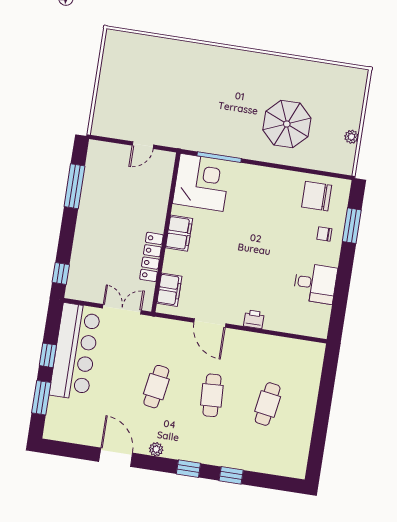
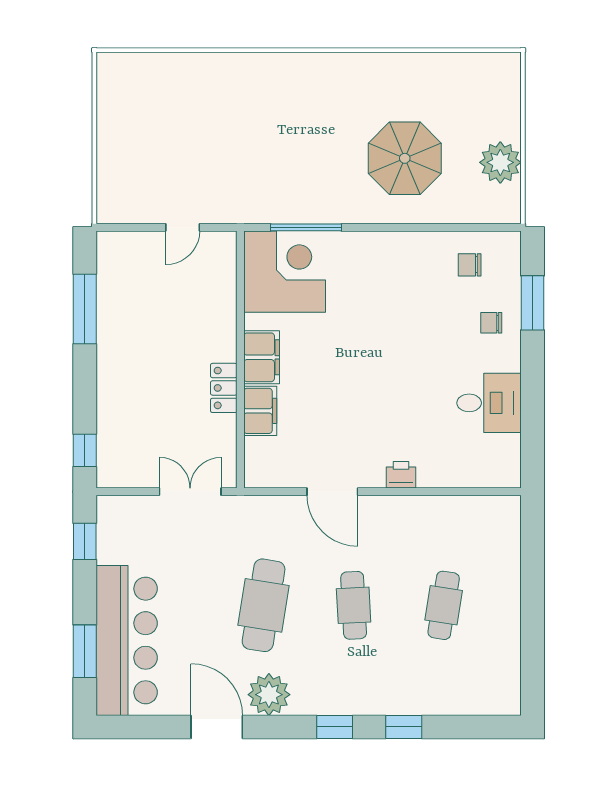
plant: (351, 137) -> (500, 162), width x1.88, depth x1.88
chair: (317, 196) -> (470, 265), width x0.54, depth x0.54
locker: (151, 257) -> (224, 388), width x0.66
filing cabinet: (169, 290) -> (260, 411), moved
bar counter: (75, 352) -> (127, 640), moved
window: (48, 355) -> (85, 541), moved
cafe table: (156, 387) -> (264, 605), width x1.37, depth x1.35
plant: (156, 449) -> (269, 695), width x1.87, depth x1.87

